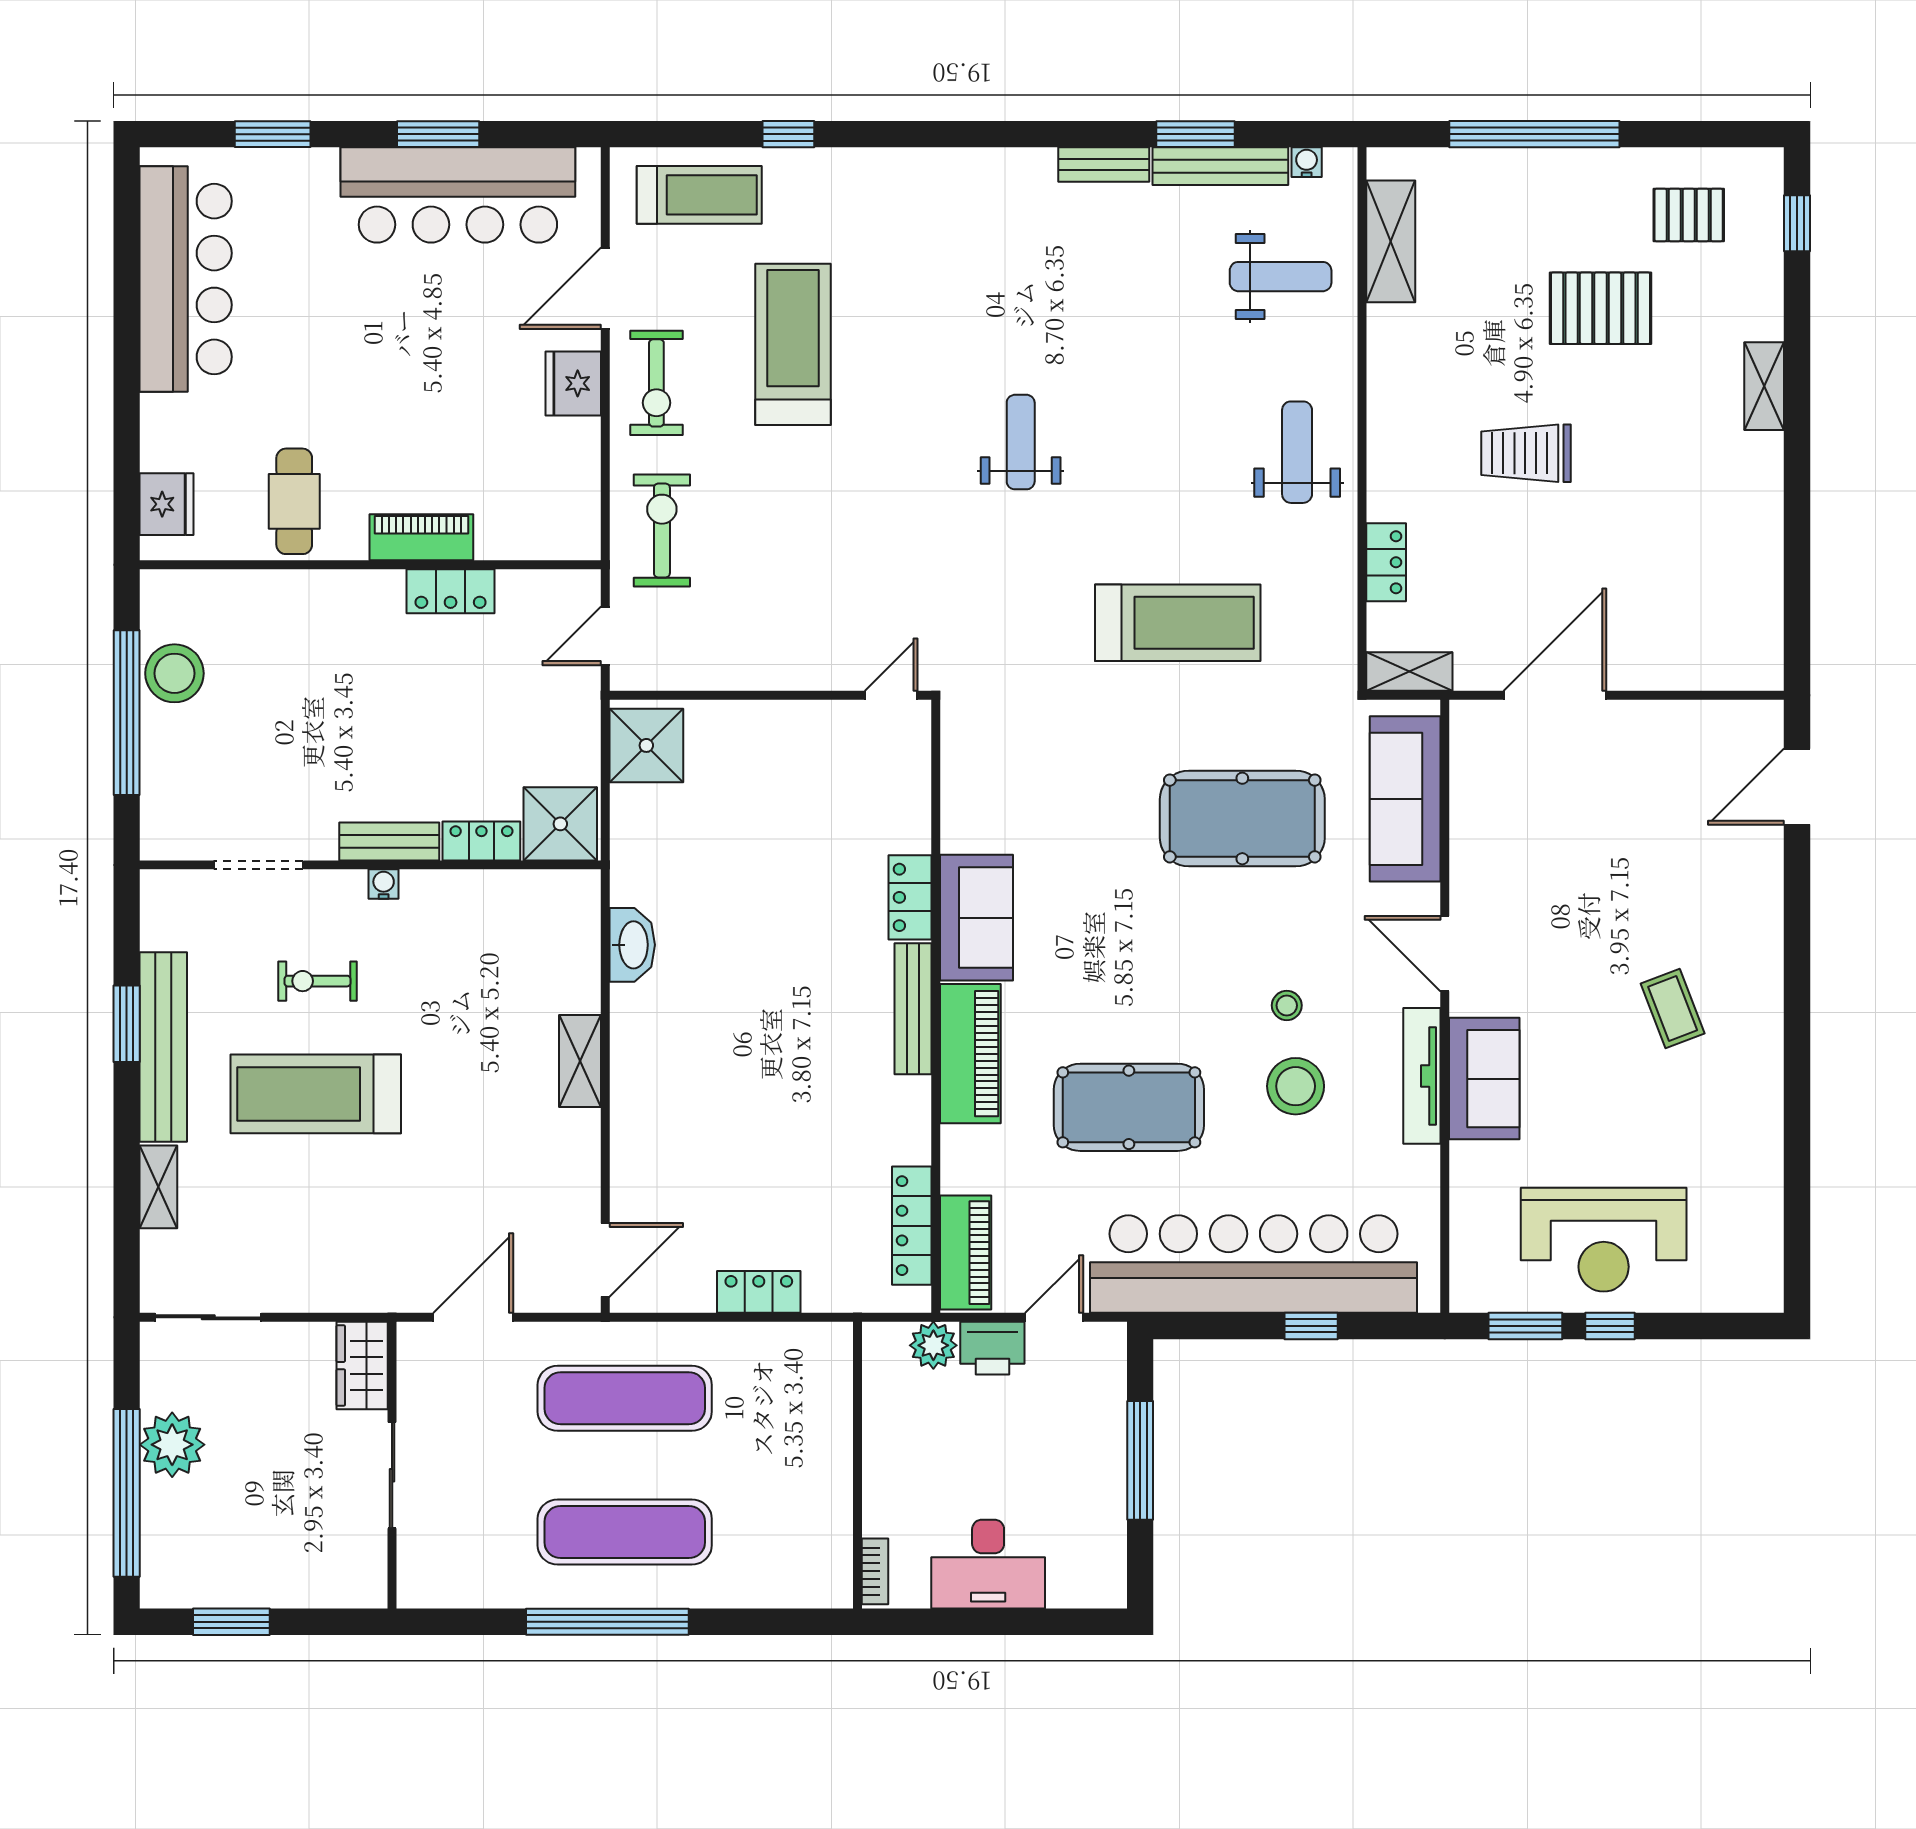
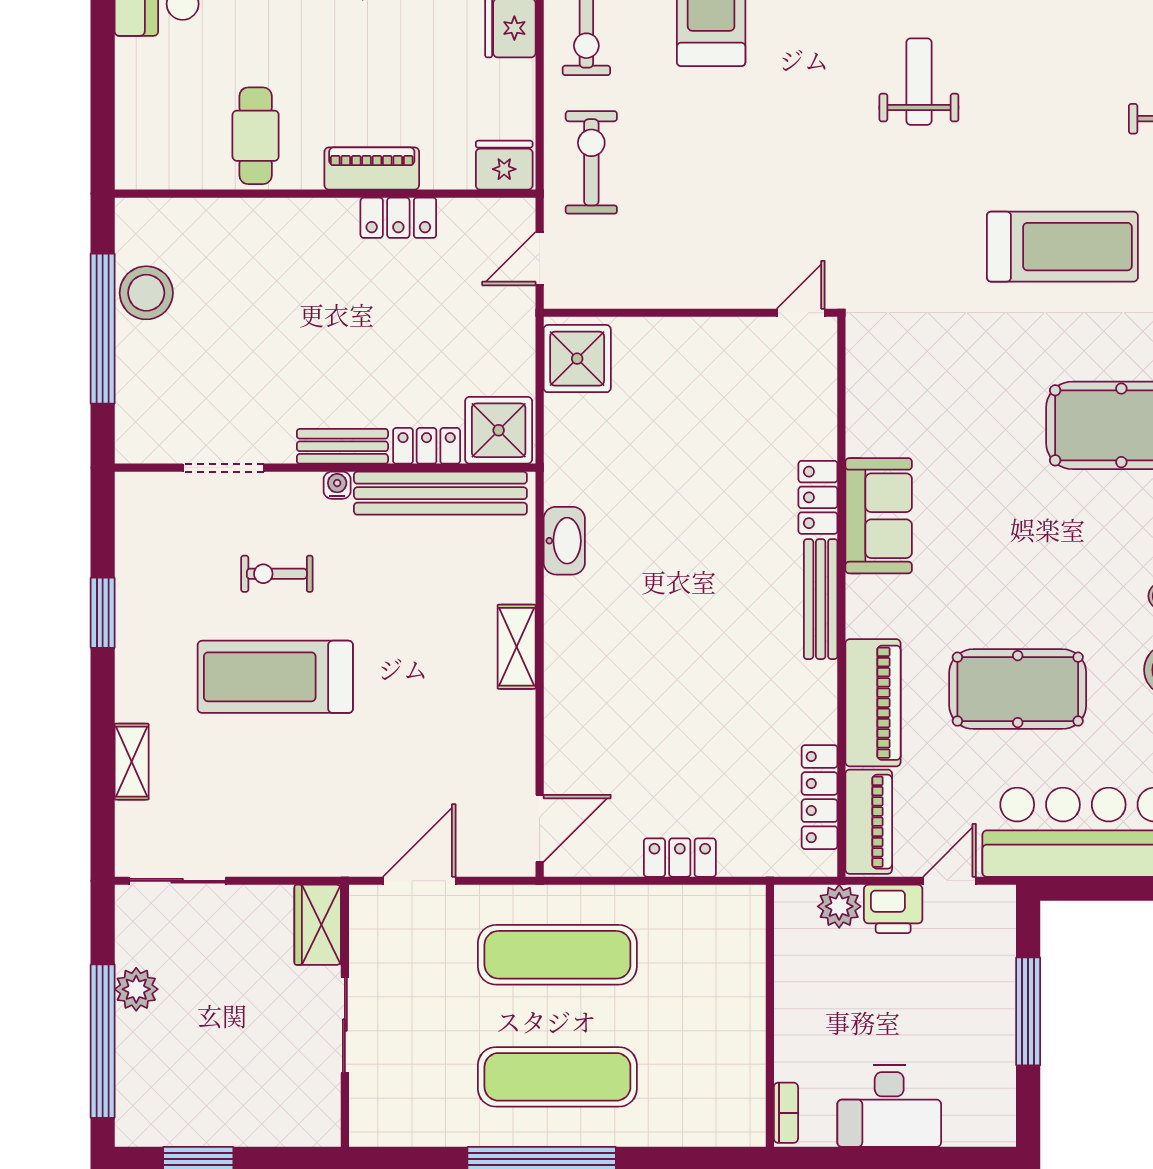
fridge: (167, 504) -> (504, 165), moved, turned -90
bench: (163, 1047) -> (440, 493), moved, turned 90
piano: (970, 1054) -> (873, 703), moved
plant: (172, 1445) -> (136, 989), width x0.73, depth x0.73

